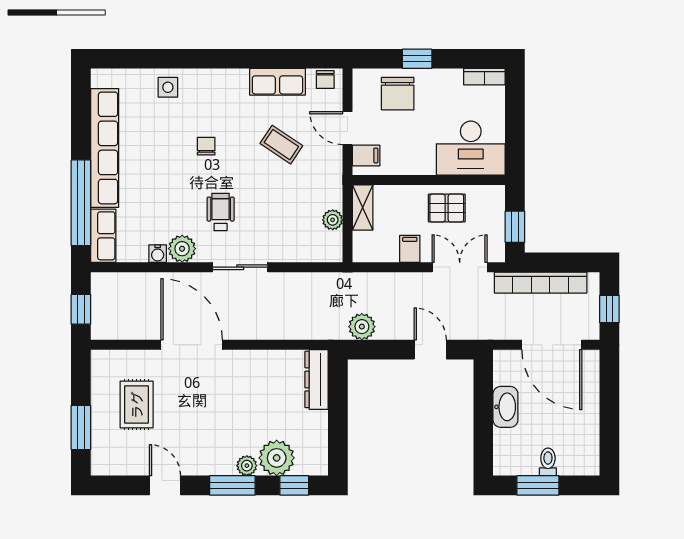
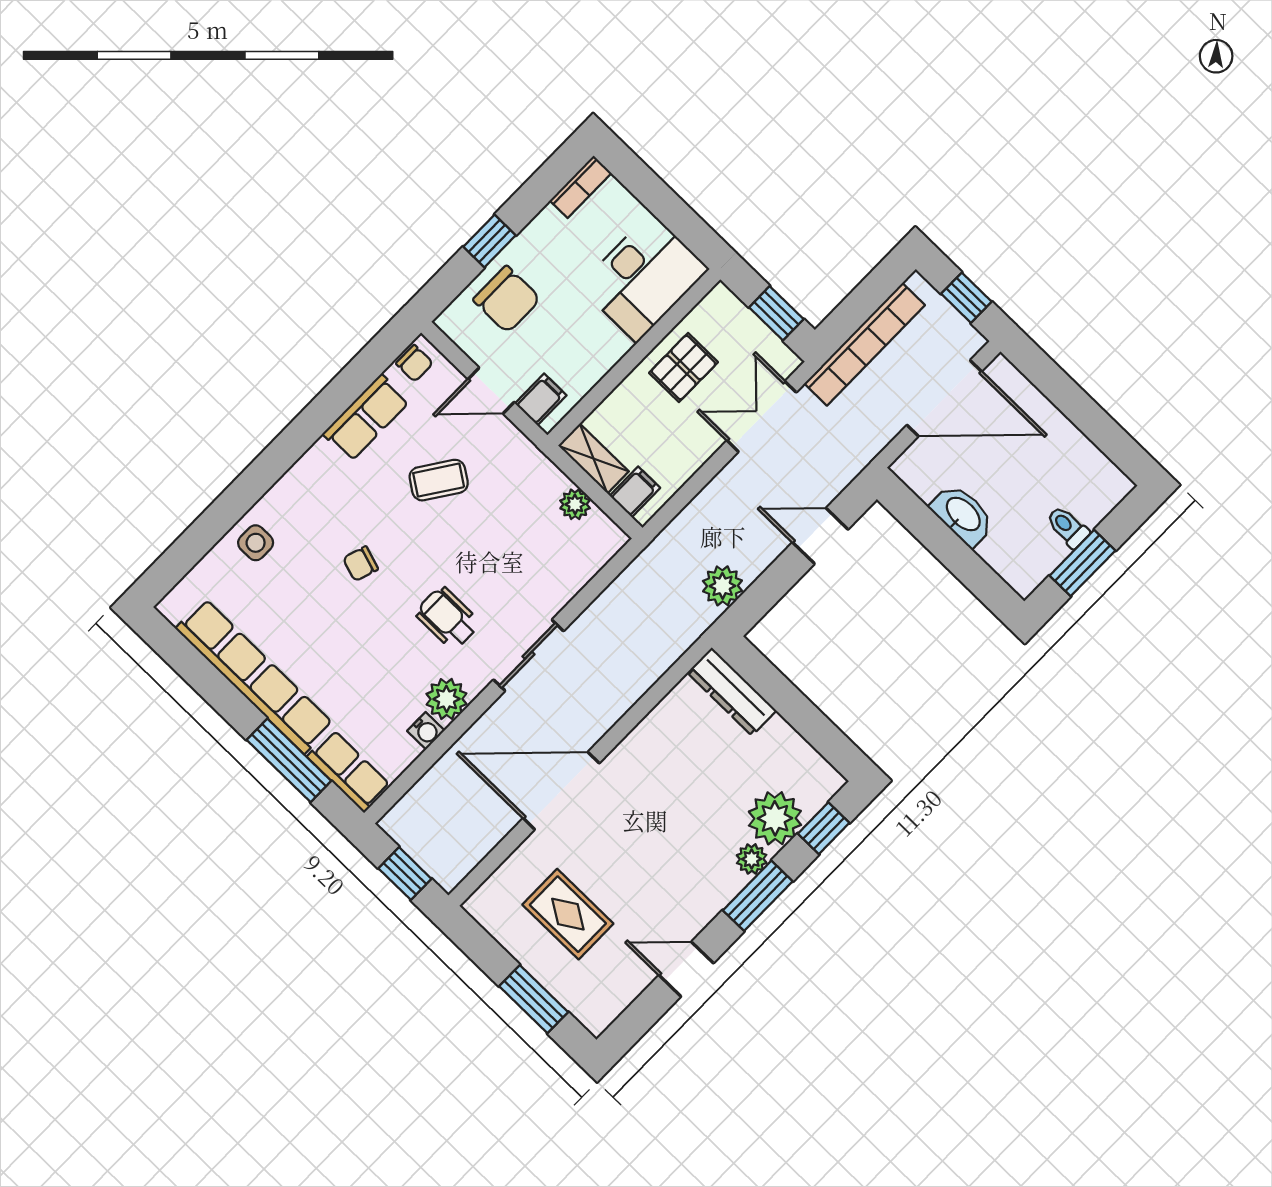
chair: (206, 146) -> (361, 564), turned -72
window: (81, 203) -> (289, 760), width x0.68
filing cabinet: (410, 249) -> (635, 492), moved, turned 90

